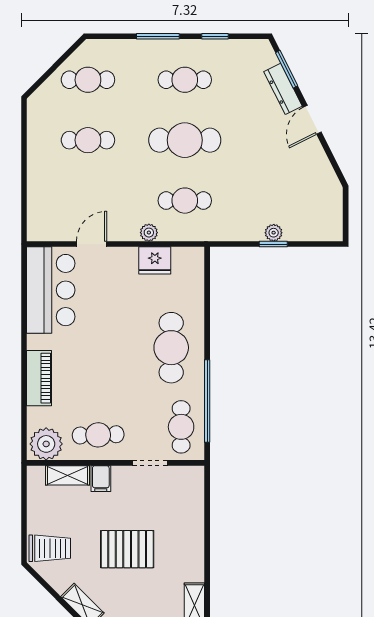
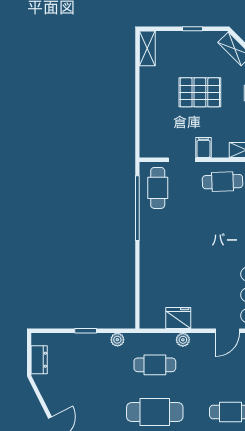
dresser: (333, 207) -> (39, 360), added
plant: (274, 233) -> (117, 340), moved
cafe table: (171, 348) -> (165, 250), removed
filing cabinet: (101, 479) -> (203, 147), moved

